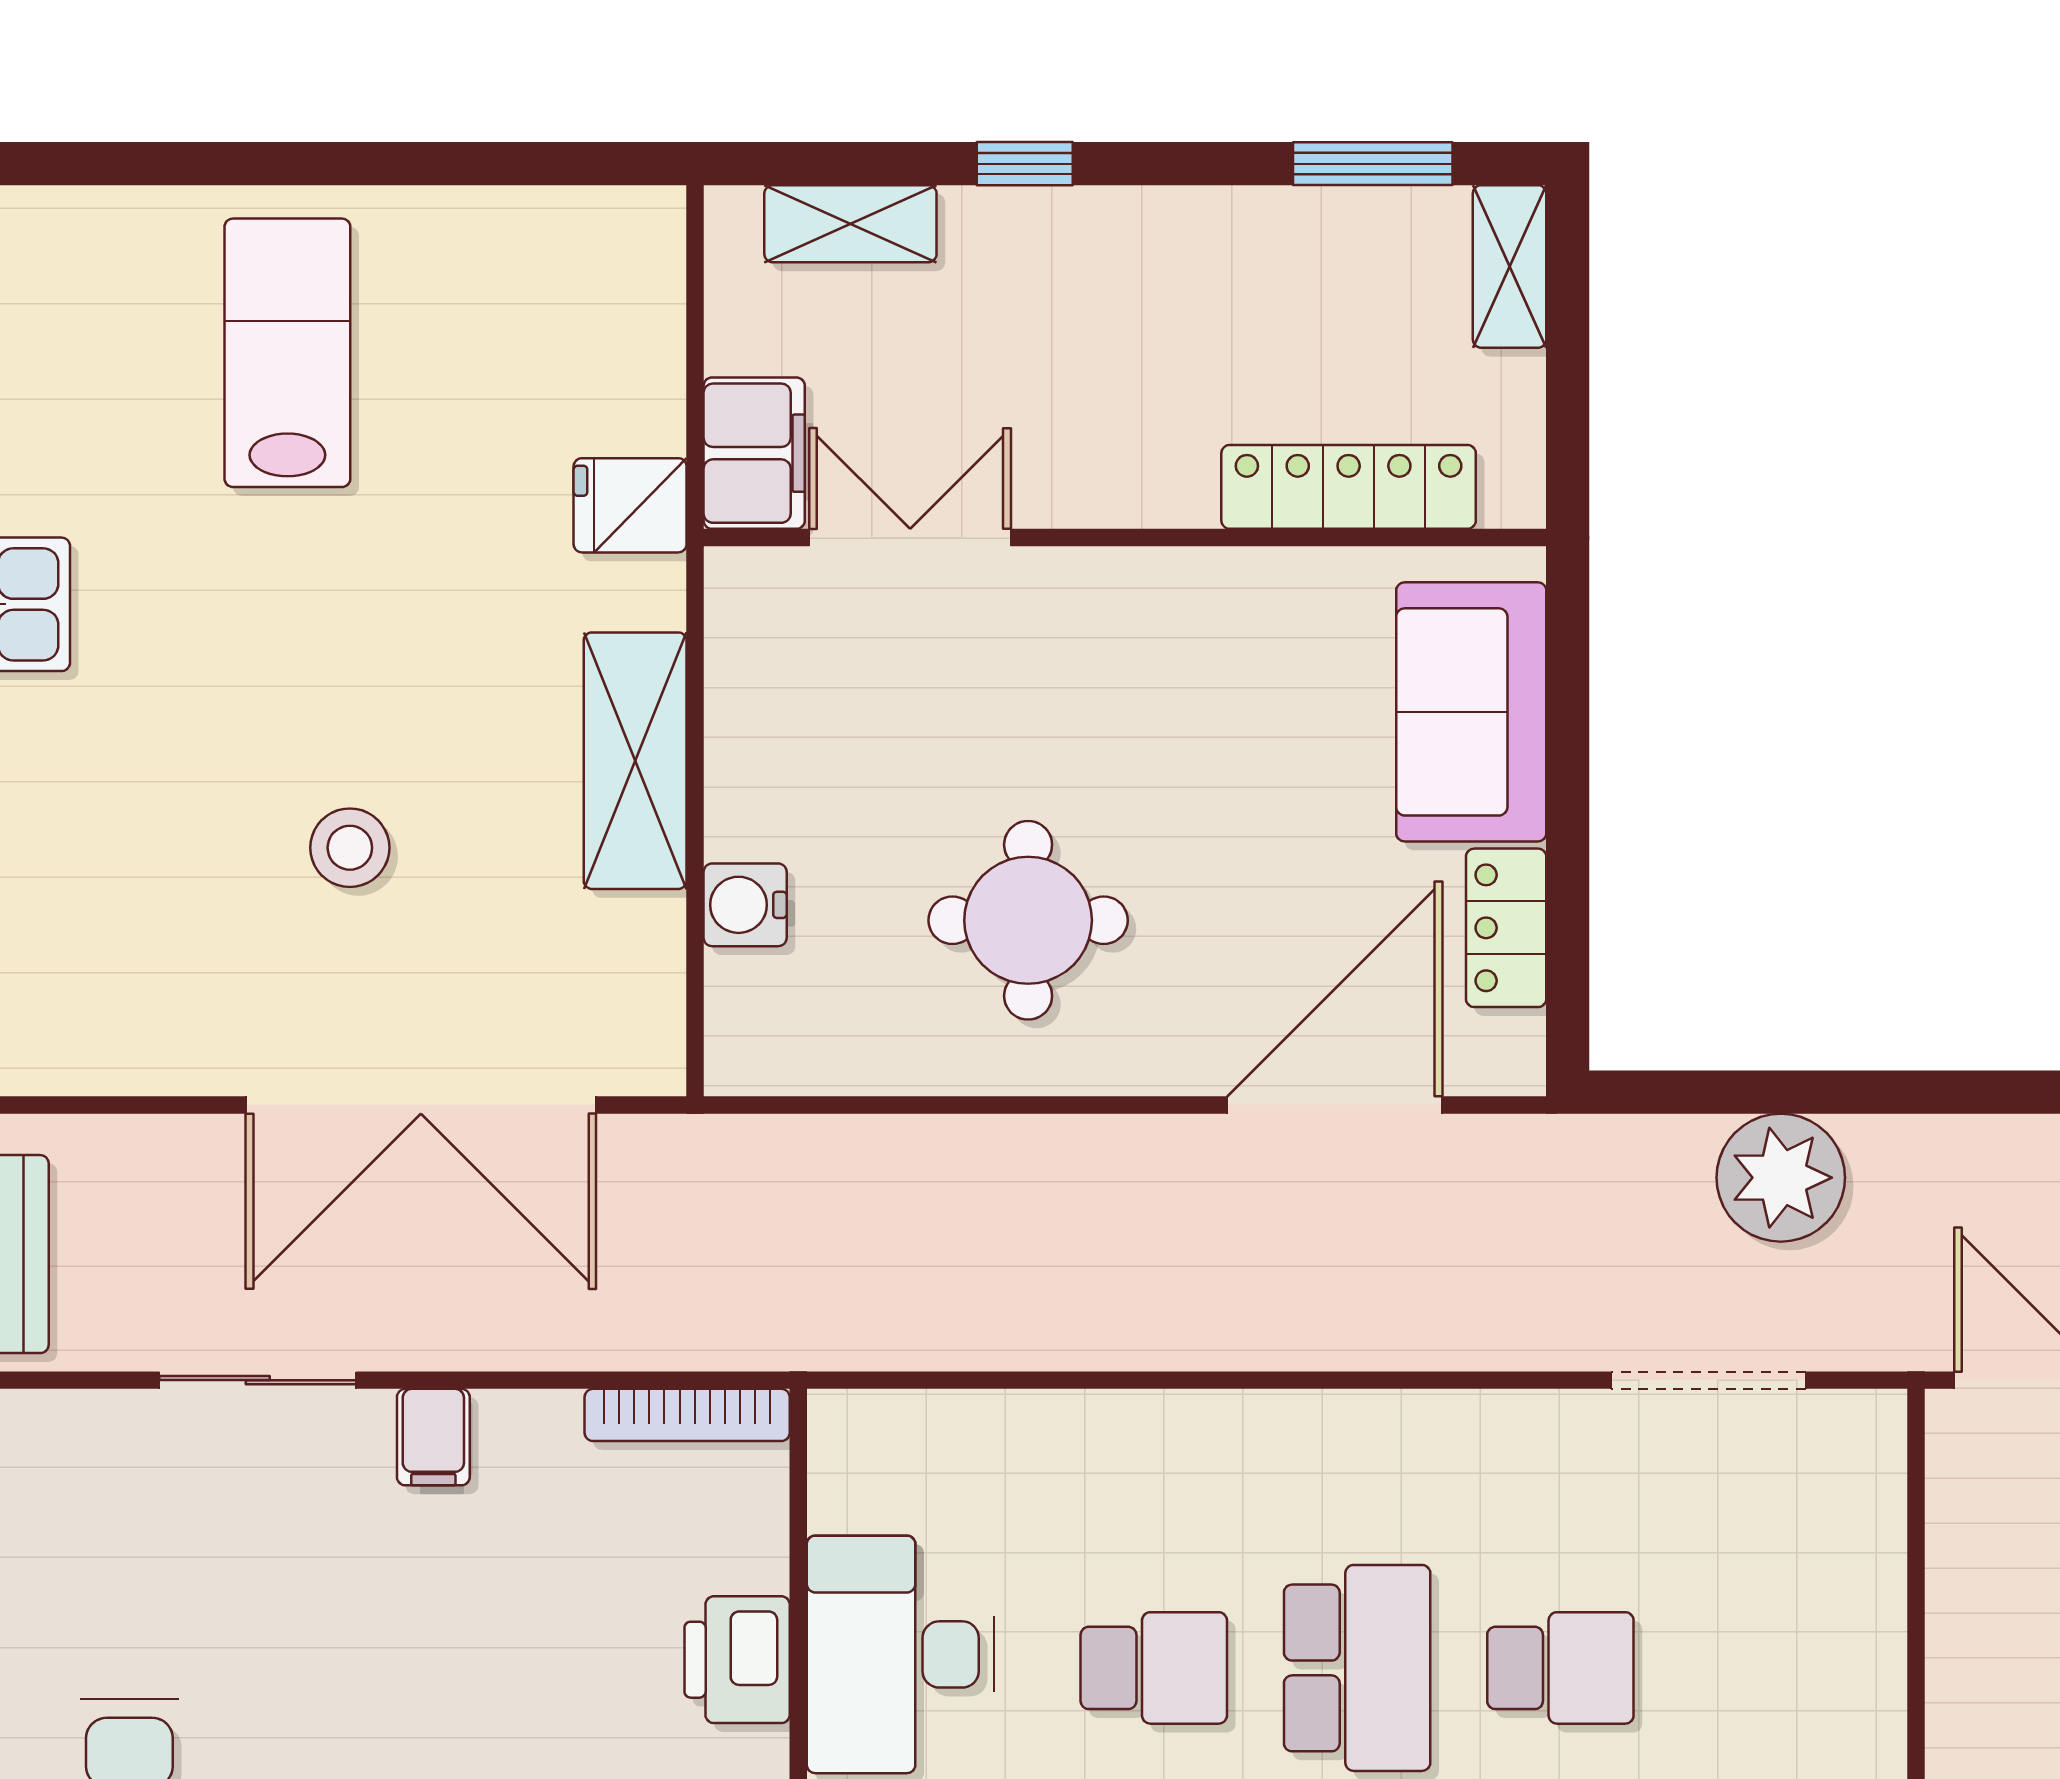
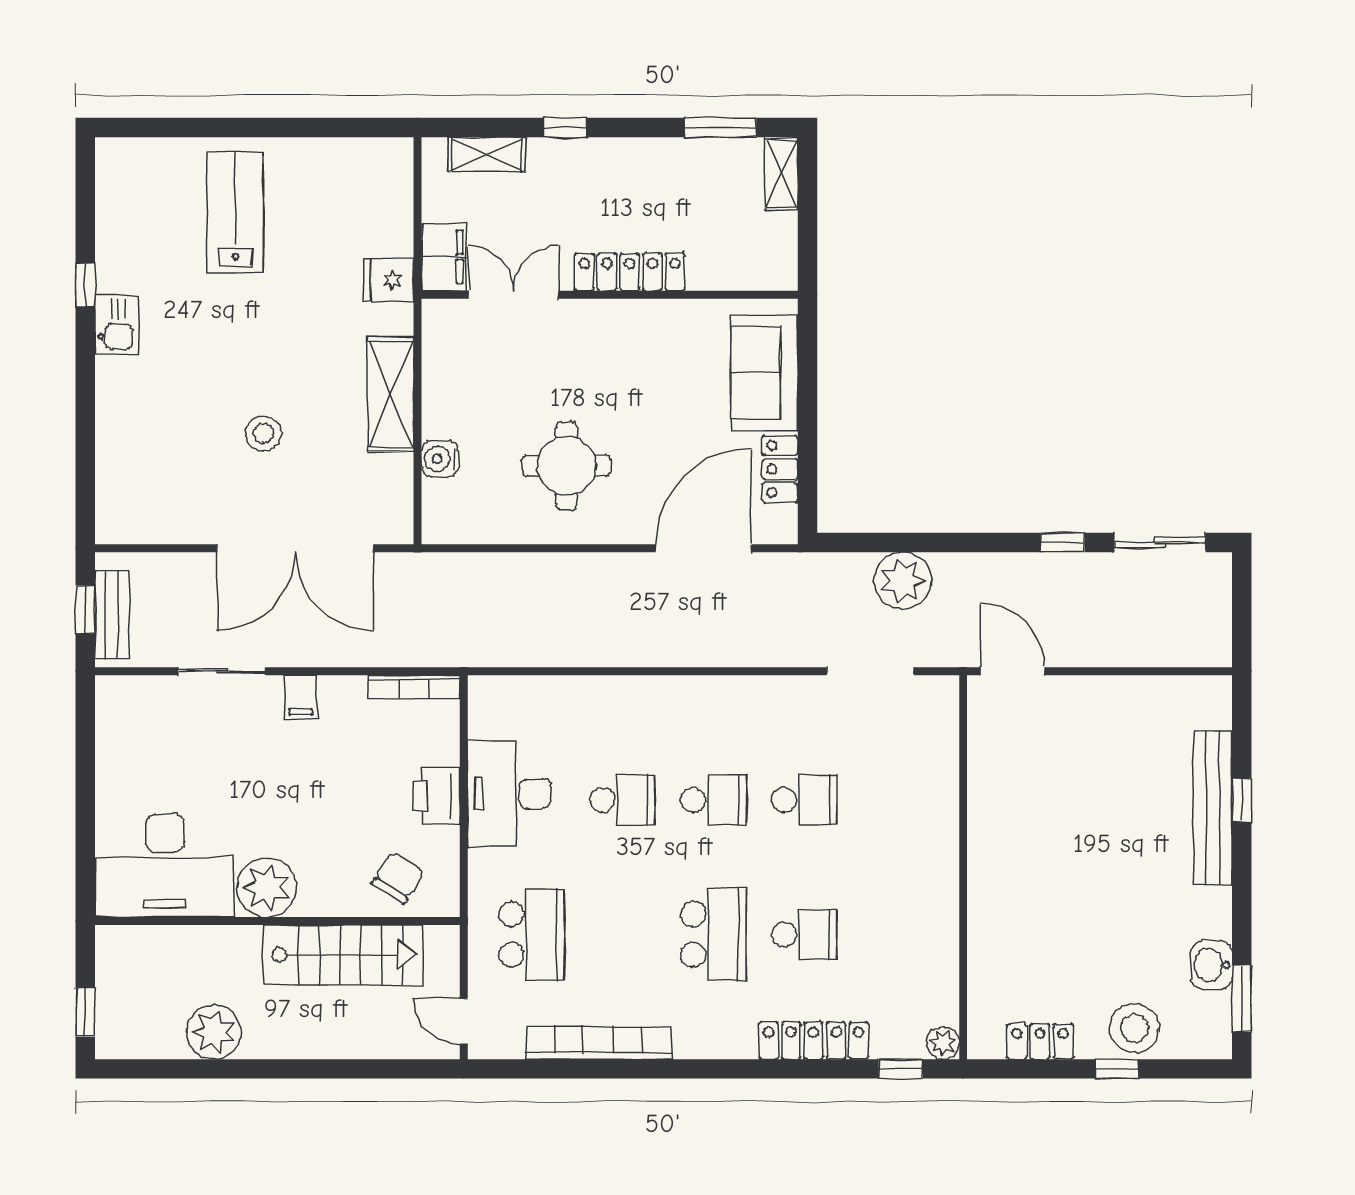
locker: (1349, 487) -> (630, 272), moved
school desk: (1357, 1668) -> (713, 800), width x0.54

